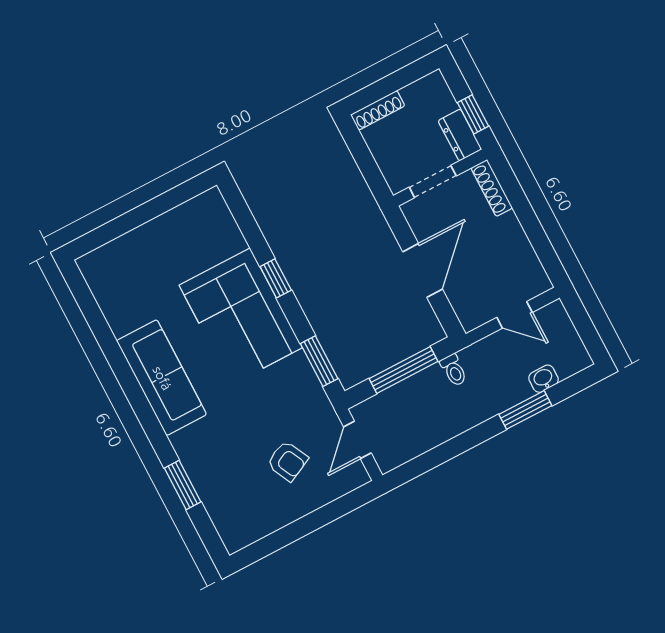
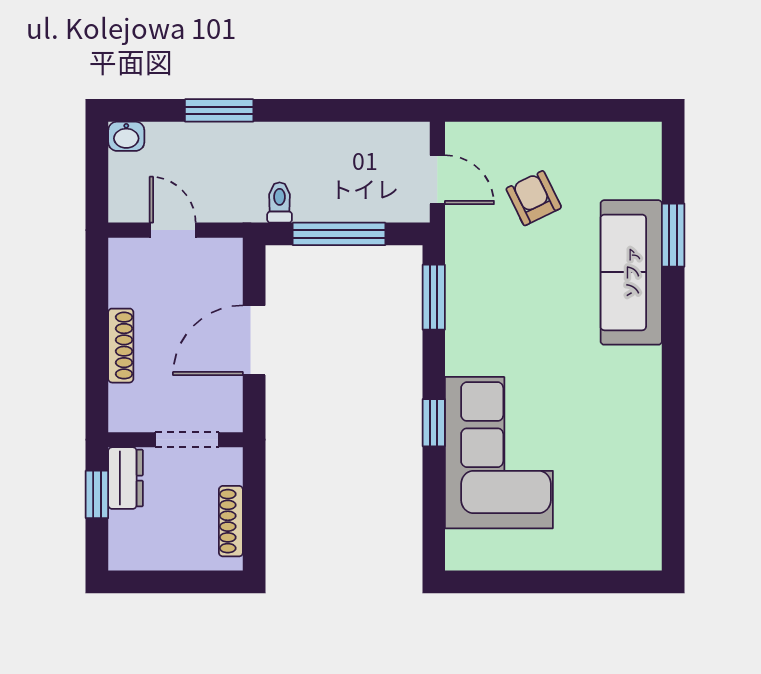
shoe rack: (378, 110) -> (231, 521), moved, turned -90
shoe rack: (492, 188) -> (121, 346), moved
corner sofa: (241, 316) -> (499, 453), moved
sofa: (162, 378) -> (631, 272), moved
washbasin: (544, 379) -> (126, 136), moved
door: (357, 440) -> (437, 180), hinge flipped

